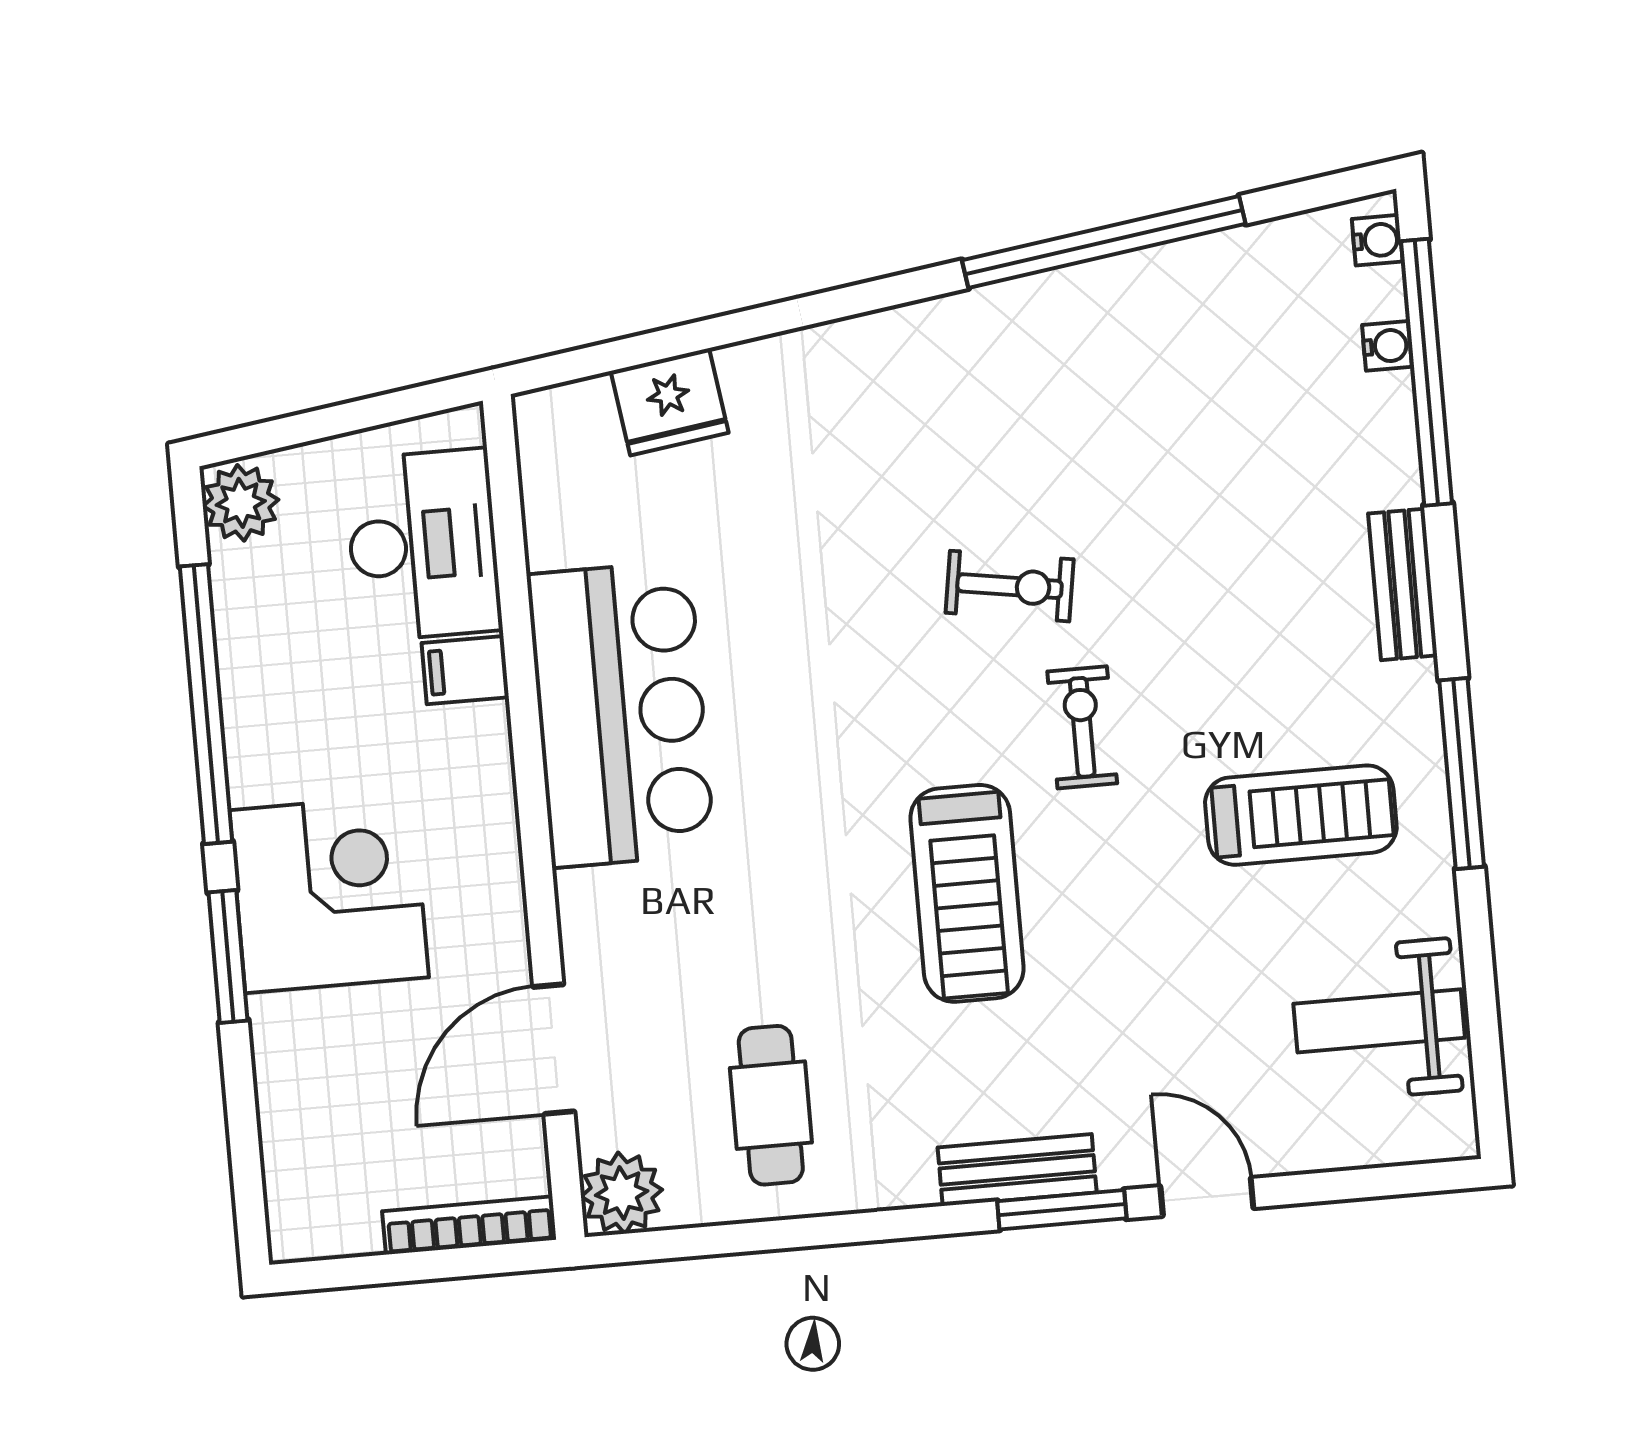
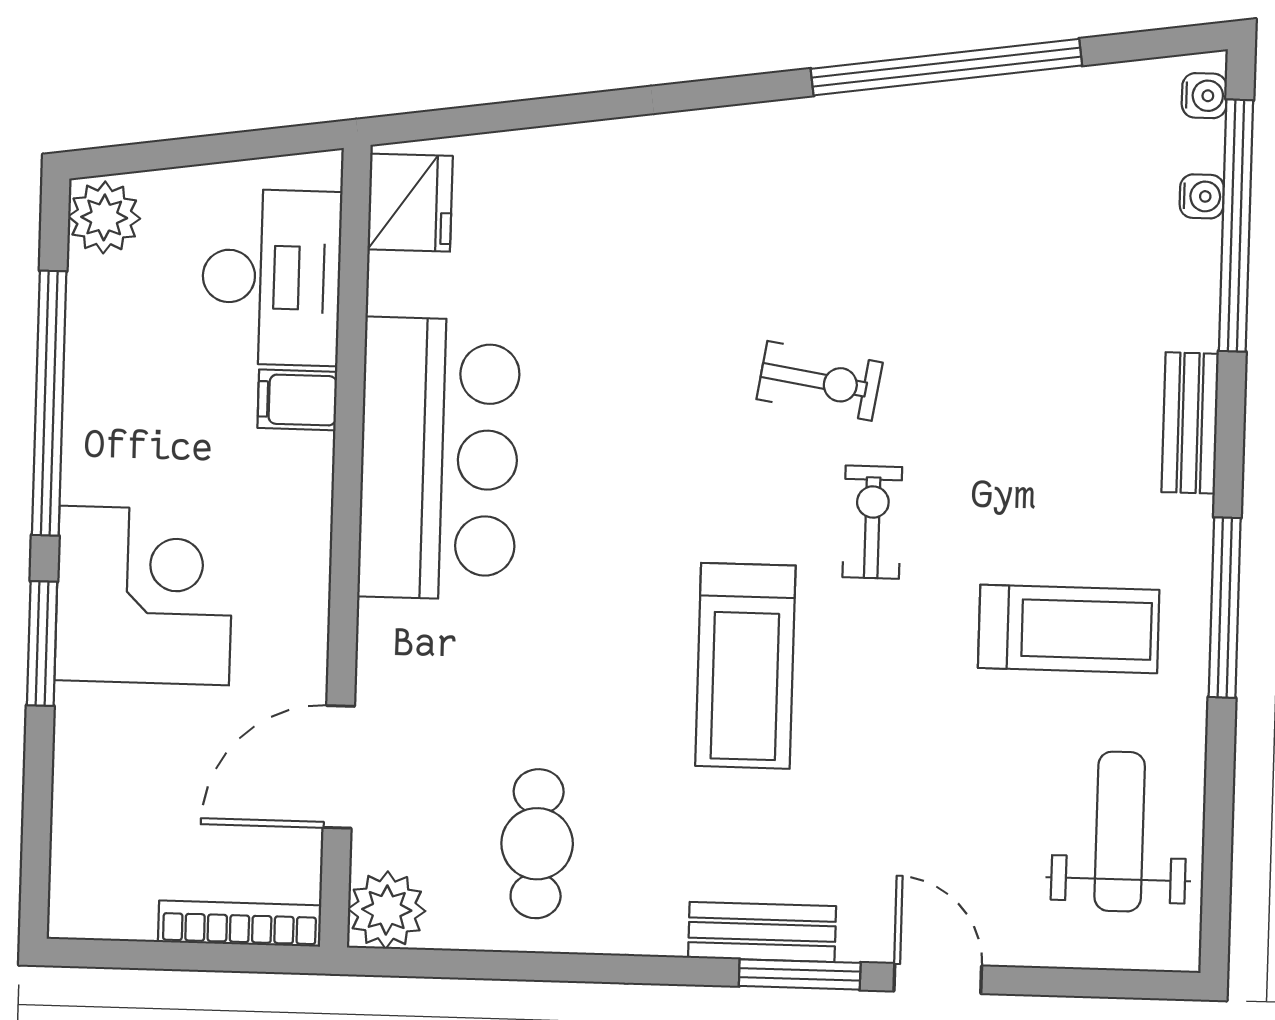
fridge: (670, 402) -> (410, 203), moved, turned -82
weight bench: (1379, 1021) -> (1120, 832), turned 90

